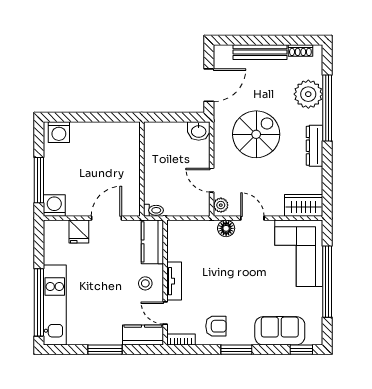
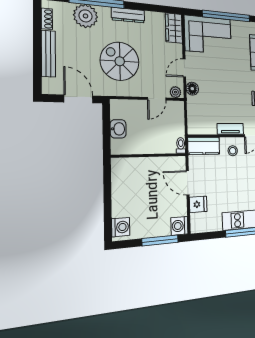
washbasin: (199, 131) -> (118, 129), moved

